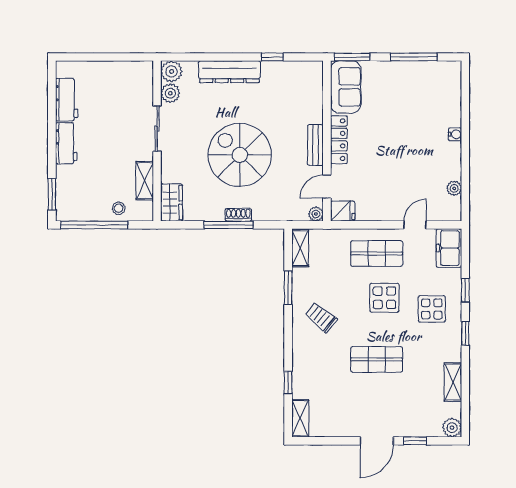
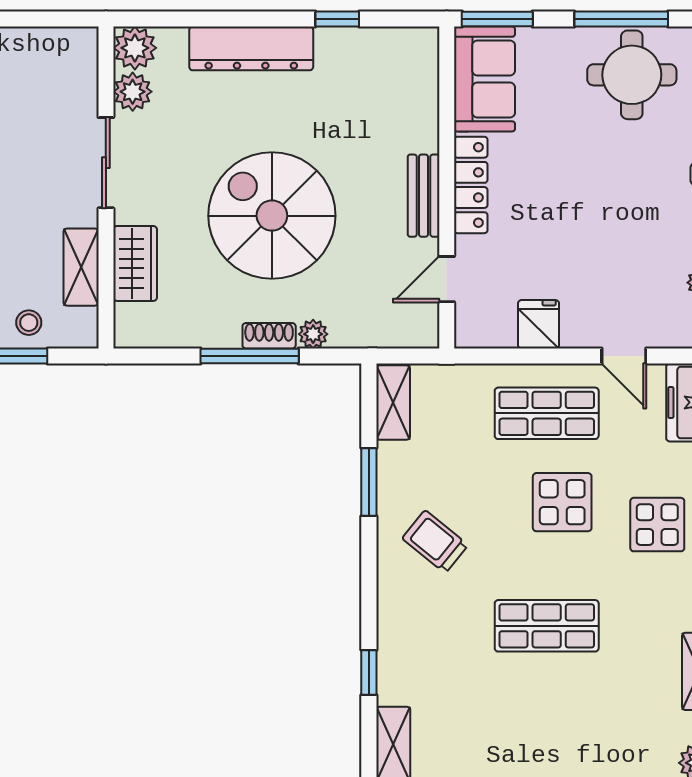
round table: (419, 85) -> (632, 75), added
wardrobe: (172, 203) -> (135, 263), moved
fridge: (343, 211) -> (539, 324), moved, turned -90
plant: (316, 214) -> (313, 334), moved
door: (415, 225) -> (624, 356), swing flipped

